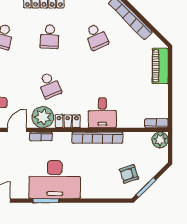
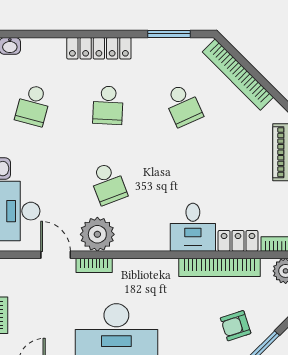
locker: (68, 121) -> (238, 241), moved
door: (17, 130) -> (56, 255), hinge flipped
bookcase: (97, 138) -> (220, 267), moved

